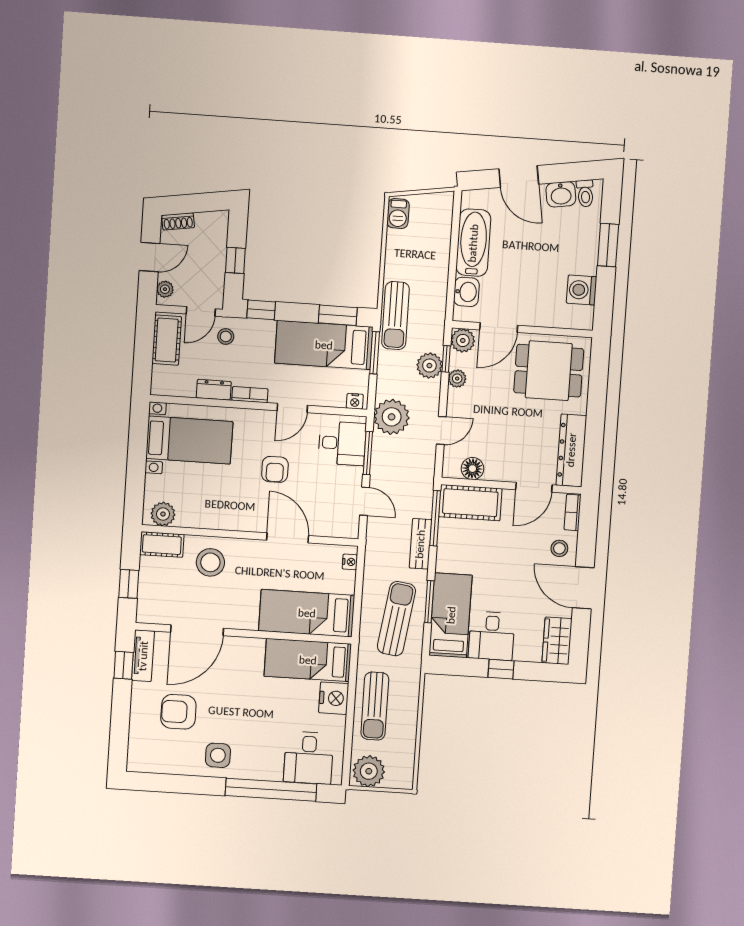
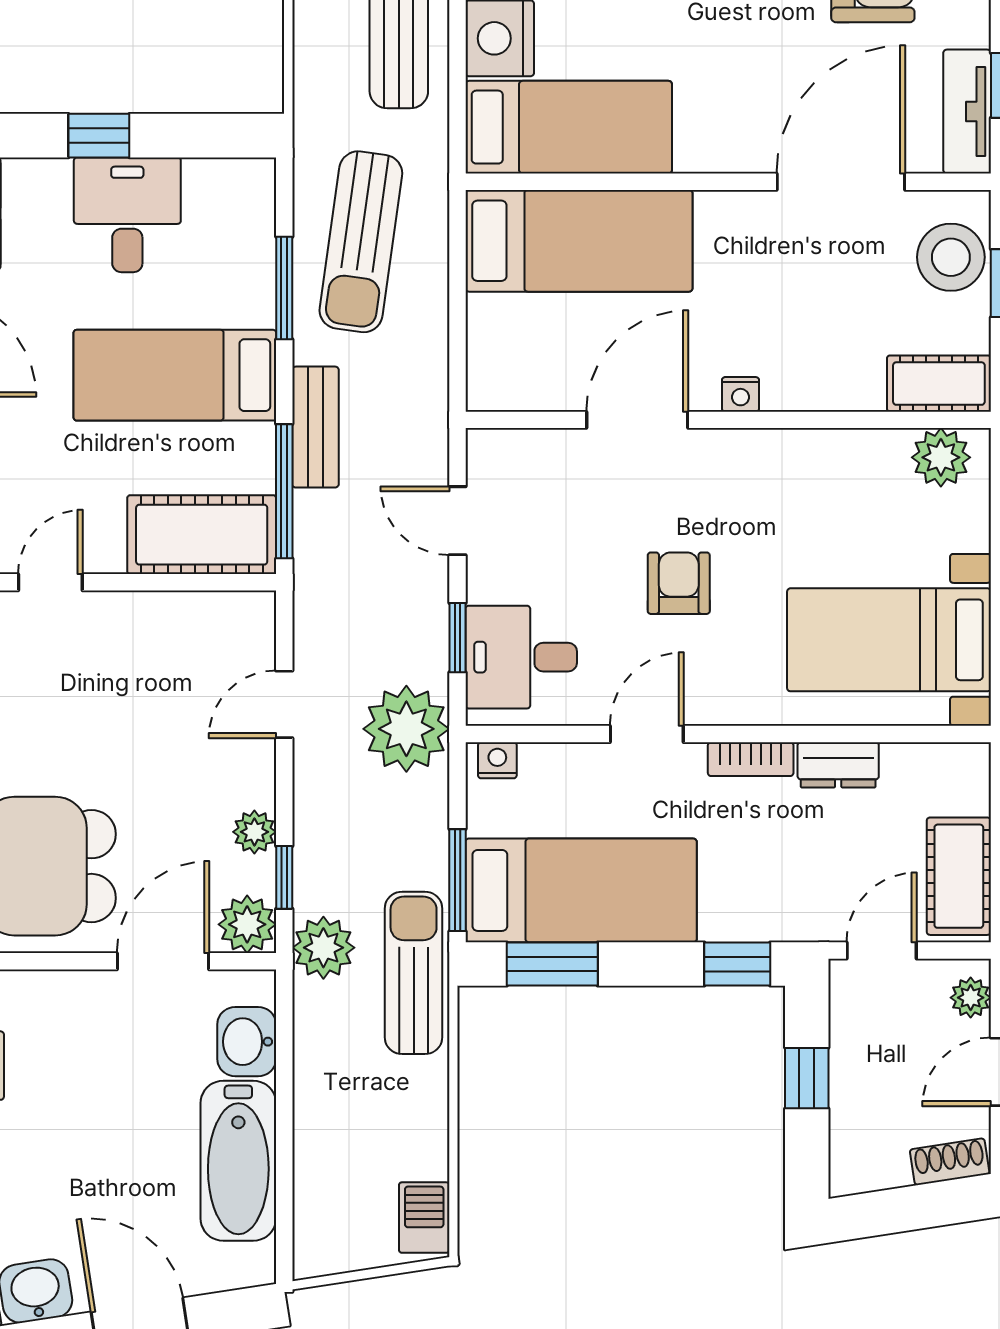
stool: (226, 336) -> (818, 895), removed
plant: (429, 366) -> (323, 948), moved
window: (368, 453) -> (457, 638), width x0.67
floor lamp: (472, 469) -> (202, 617), removed
door: (534, 487) -> (50, 582), width x0.73
door: (288, 538) -> (637, 420), swing flipped
stool: (210, 562) -> (951, 257), moved
nightstand: (350, 562) -> (741, 394), moved, turned -90
bed: (451, 615) -> (175, 375), moved, turned 90

